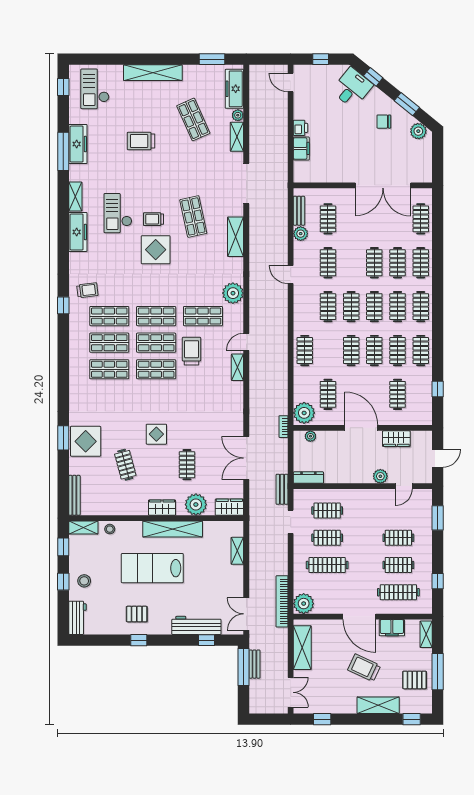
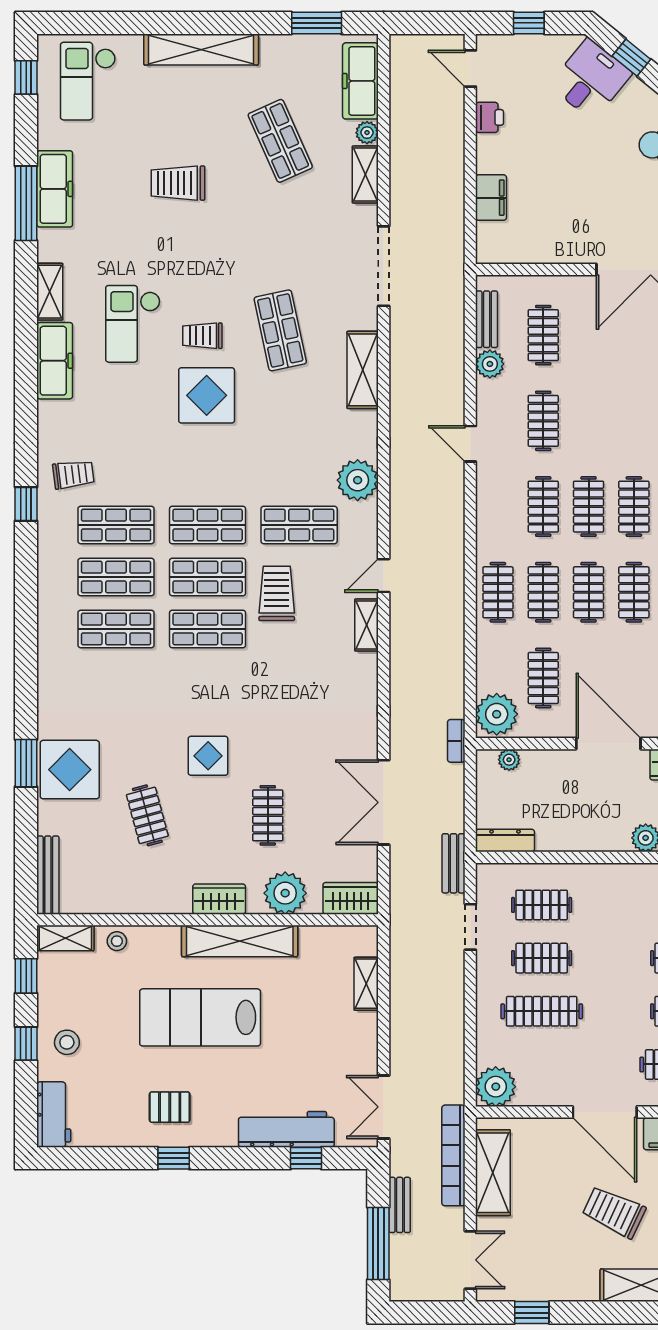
printer: (300, 128) -> (490, 117), moved
clothes rail: (374, 263) -> (543, 592), moved
bookcase: (282, 601) -> (453, 1155), moved
window: (243, 667) -> (378, 1243), moved

